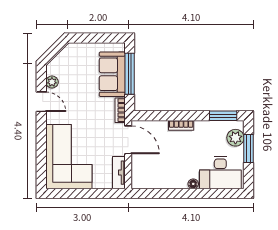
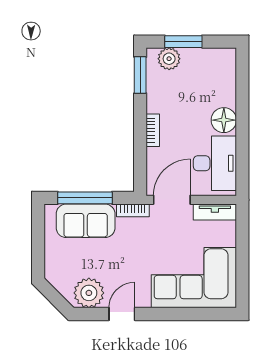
plant: (52, 82) -> (89, 293), width x1.88, depth x1.88
desk: (220, 173) -> (215, 163), moved
floor lamp: (193, 184) -> (224, 120), width x1.89, depth x1.89

